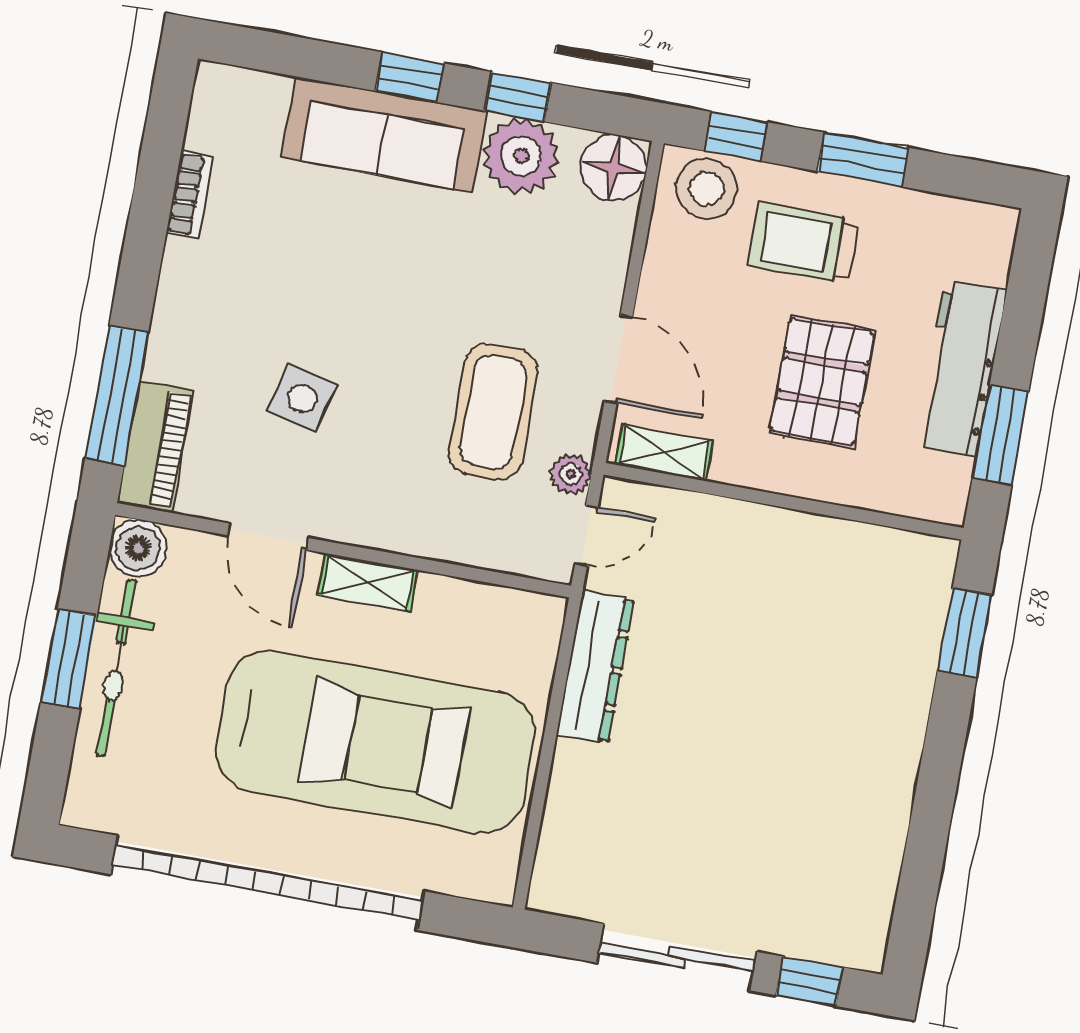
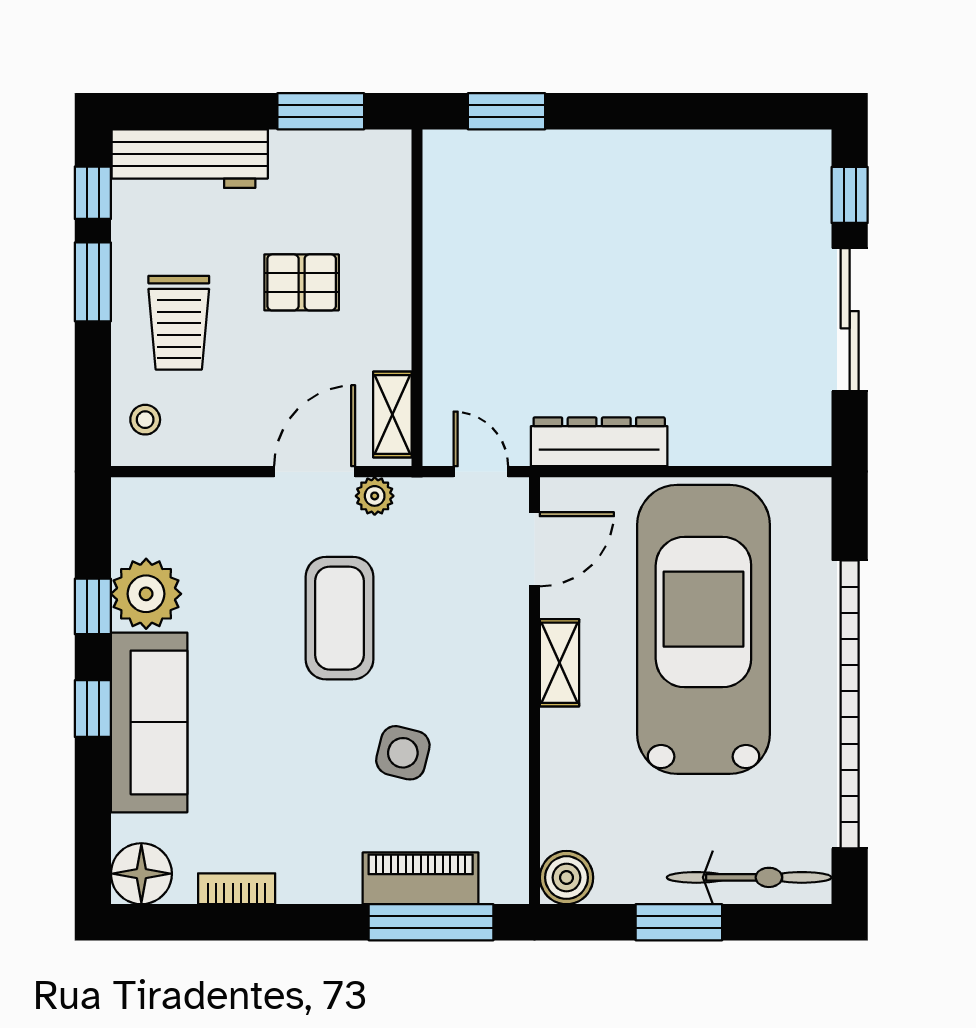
window: (736, 136) -> (93, 193), moved
floor lamp: (614, 168) -> (141, 874), moved
stool: (707, 189) -> (145, 420), width x0.53, depth x0.53
workbench: (961, 368) -> (190, 159), moved
pallet: (822, 382) -> (302, 282), width x0.67, depth x0.71
coffee table: (493, 412) -> (339, 618), moved, turned 90
piano: (156, 447) -> (421, 878), moved
plant: (571, 474) -> (375, 496), moved
door: (268, 537) -> (534, 549), moved
bicycle: (116, 668) -> (749, 877), moved

